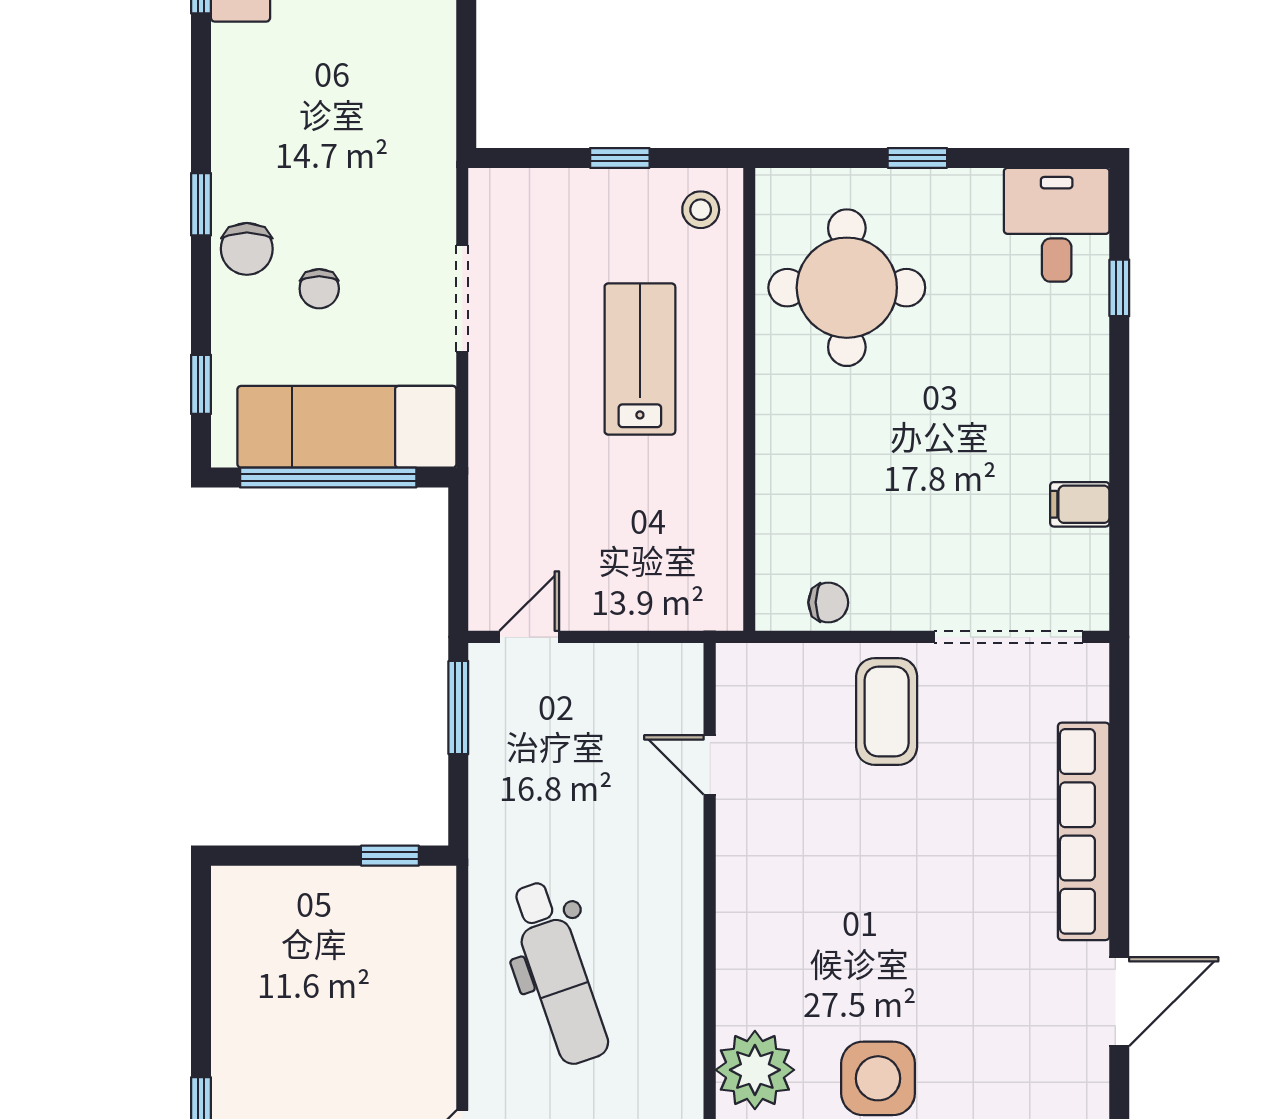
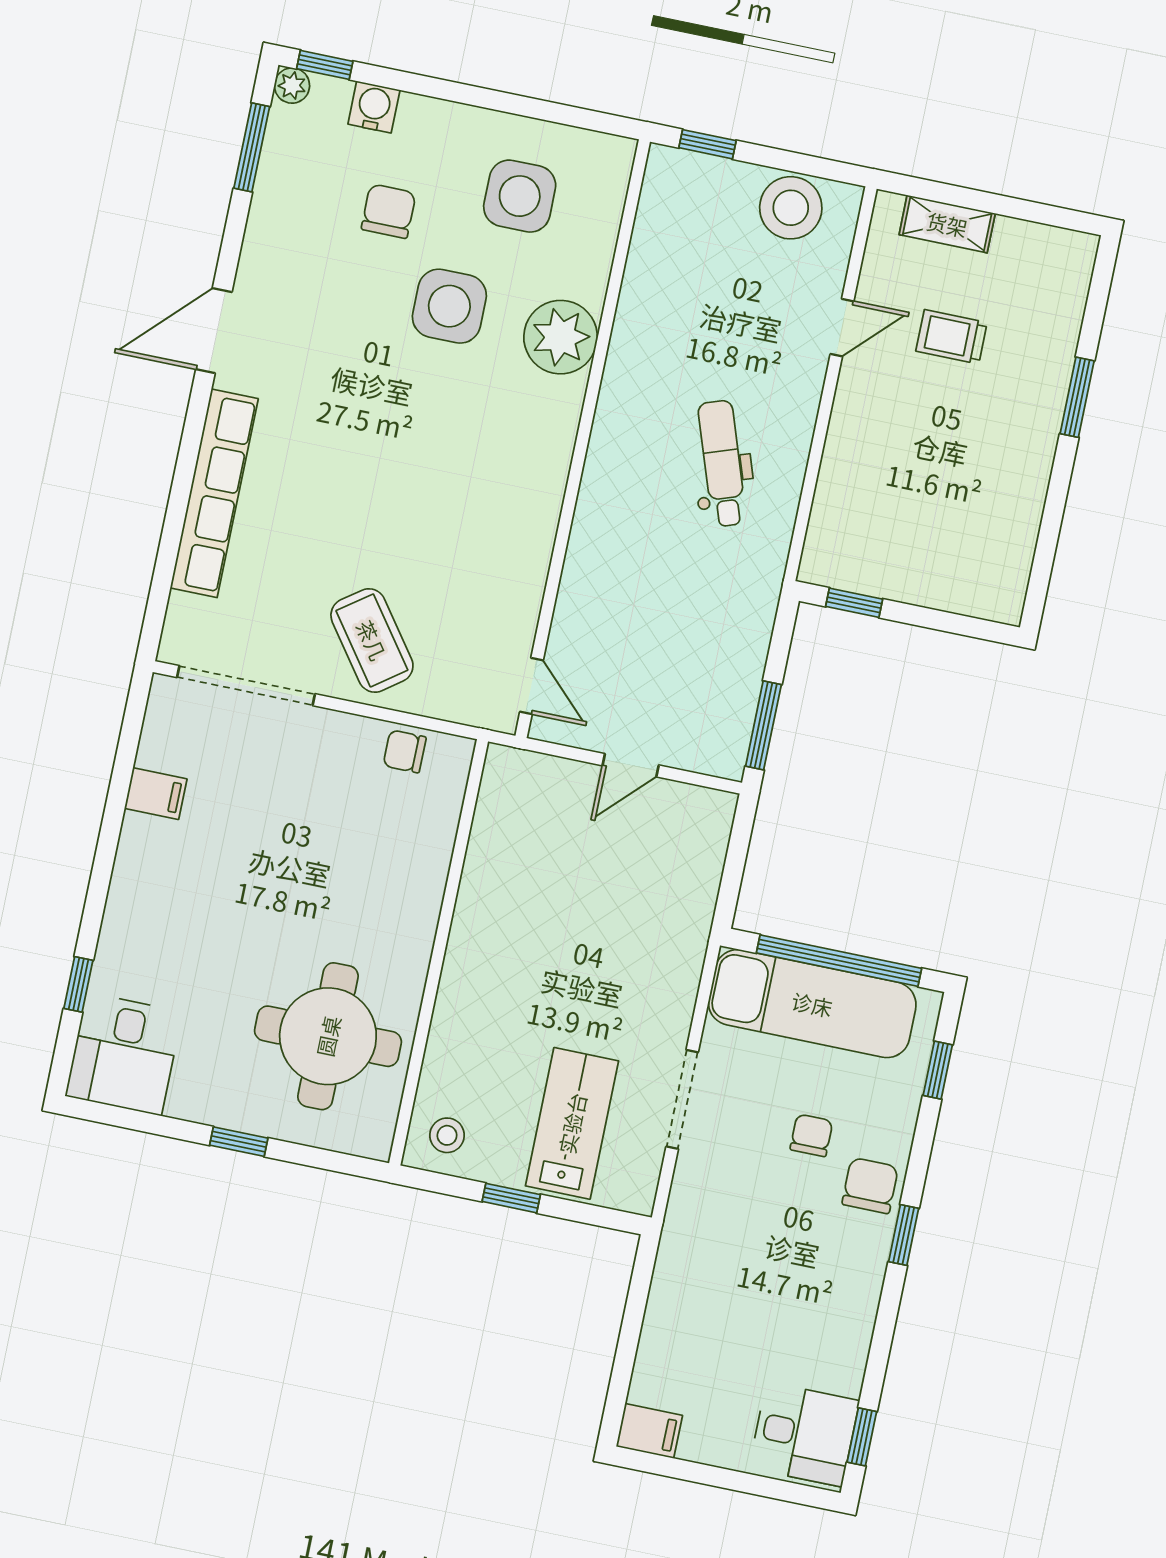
lab bench: (640, 359) -> (572, 1123), moved, turned 180
door: (529, 637) -> (631, 765), moved
coffee table: (887, 712) -> (372, 640), turned -36
door: (710, 765) -> (532, 686), moved
dental chair: (558, 973) -> (722, 463), width x0.73, depth x0.72

